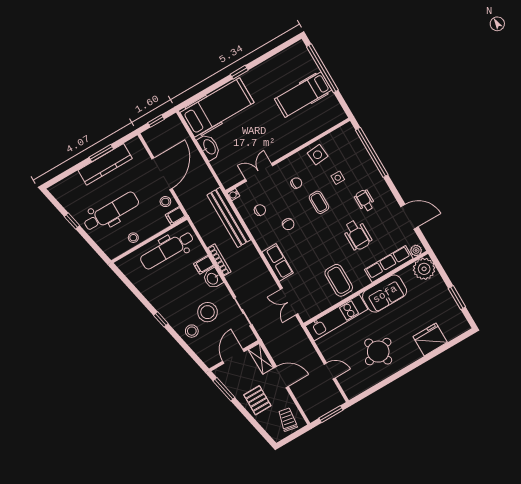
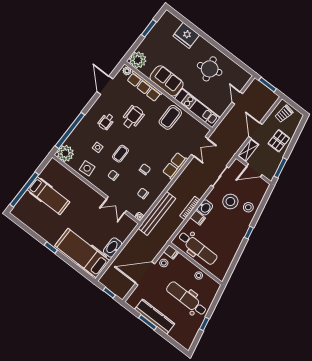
plant: (346, 136) -> (65, 153), added

